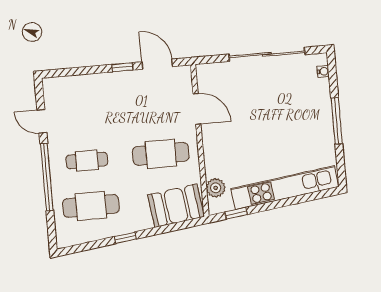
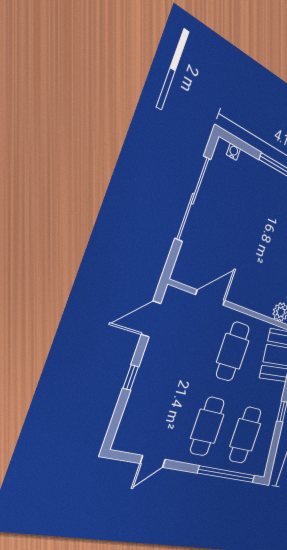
window: (123, 67) -> (131, 377), moved
cafe table: (87, 161) -> (207, 426), width x1.37, depth x1.35
window: (47, 177) -> (227, 474), moved

